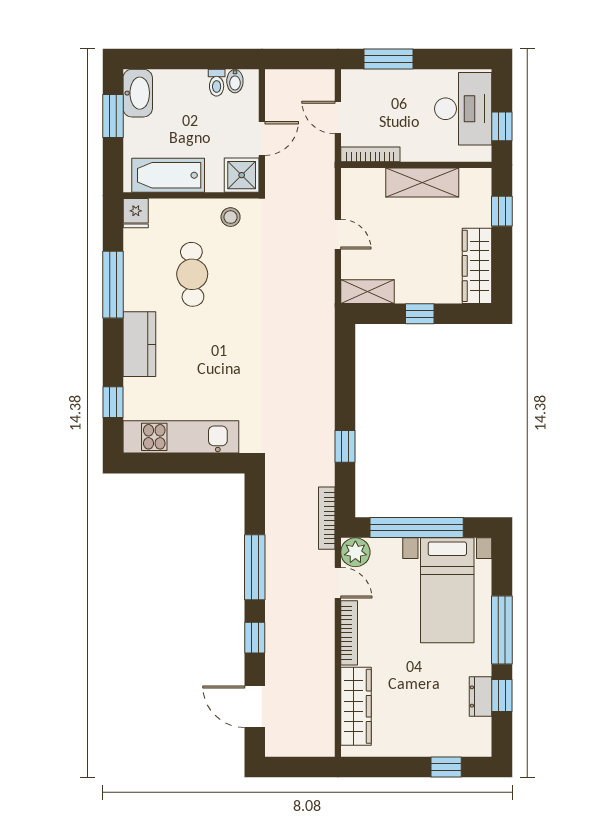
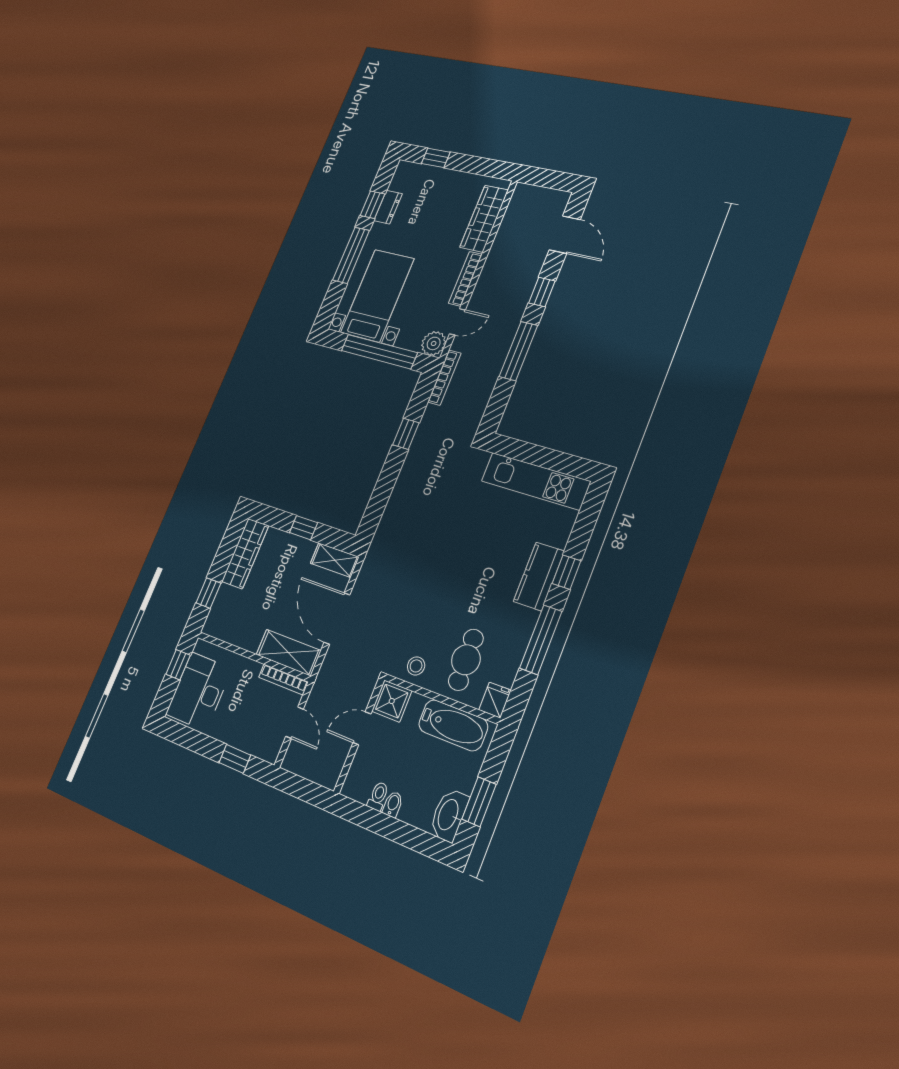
window: (388, 59) -> (235, 759), width x0.67
bidet: (235, 81) -> (393, 804), moved
shelving: (422, 183) -> (288, 653), moved
door: (338, 234) -> (337, 619), width x1.88
cafe table: (192, 274) -> (466, 660), moved
window: (113, 402) -> (567, 572), moved
door: (338, 583) -> (457, 322), swing flipped

